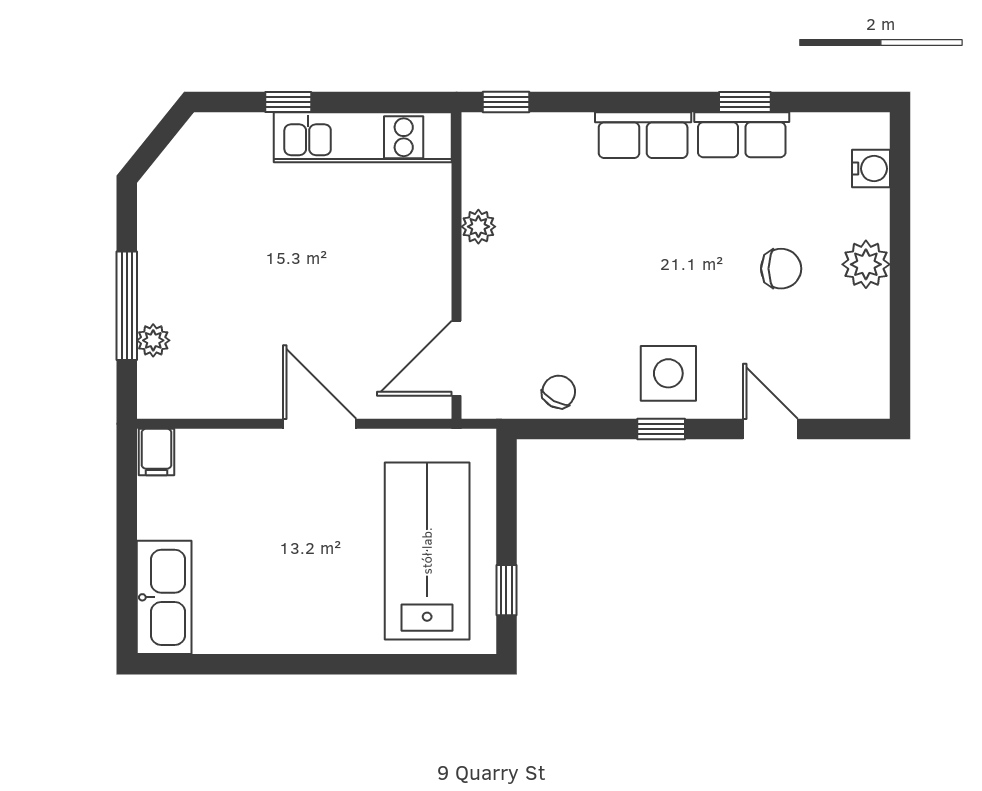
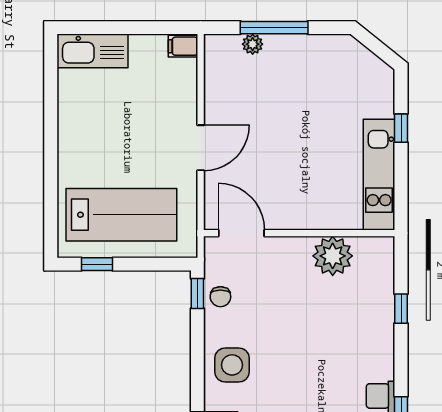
window: (506, 102) -> (401, 309), moved
row of seats: (643, 135) -> (380, 349), removed
plant: (478, 227) -> (333, 256), width x1.88, depth x1.88
chair: (559, 392) -> (220, 297), turned 61
window: (661, 429) -> (197, 293), moved

